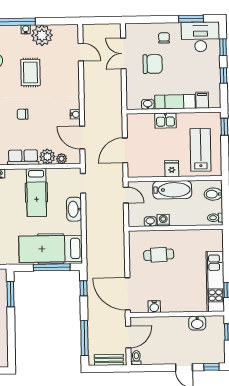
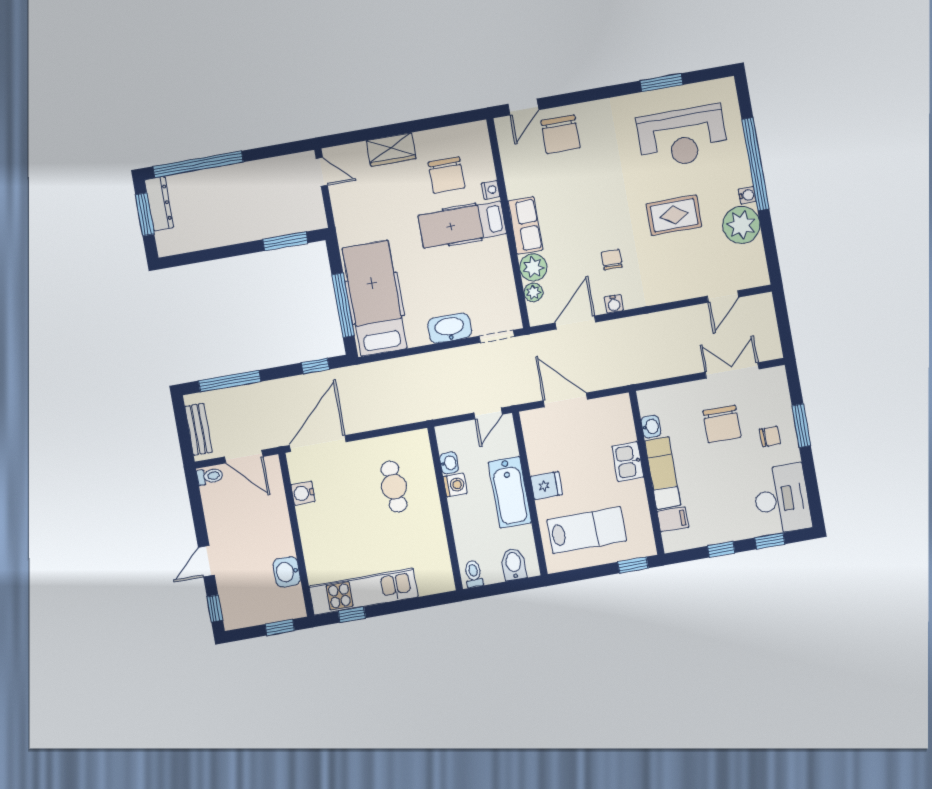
window: (191, 19) -> (801, 426), moved
chair: (23, 114) -> (612, 260), moved
hospital bed: (36, 192) -> (462, 225), moved

